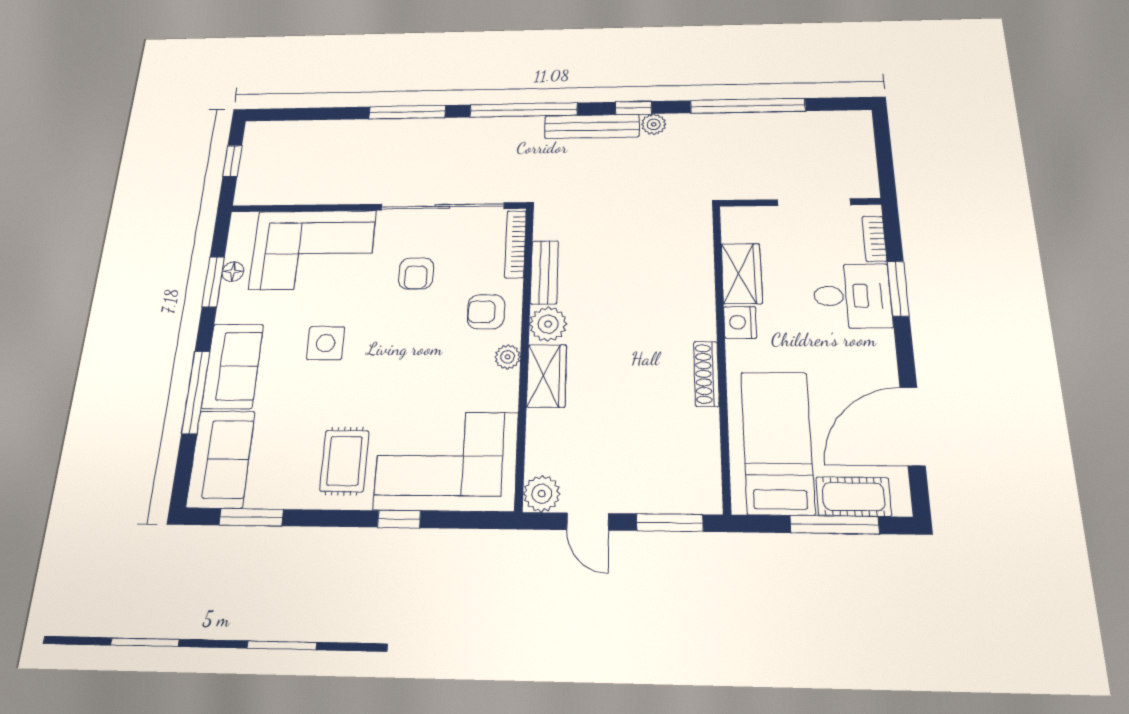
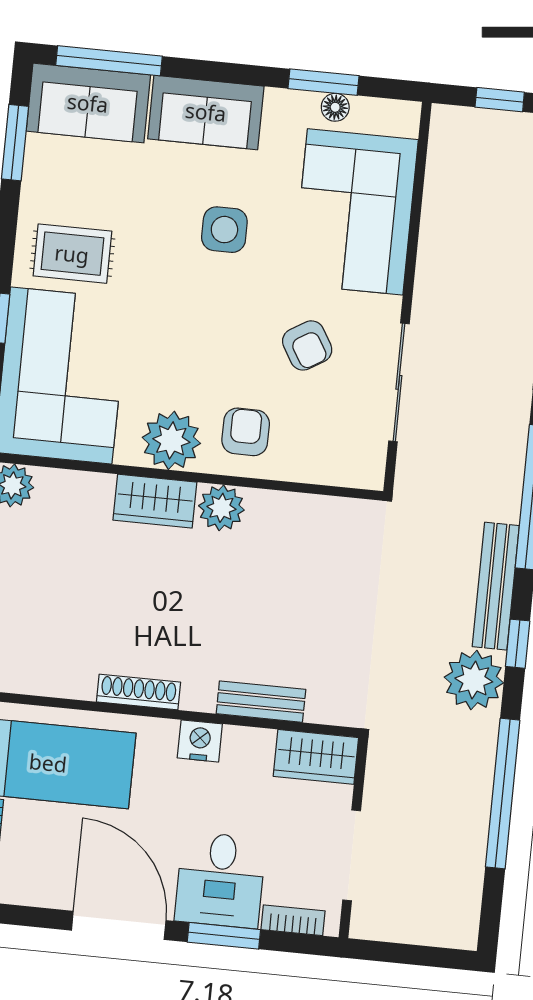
plant: (654, 124) -> (474, 680), width x1.88, depth x1.88
sliding door: (442, 206) -> (399, 382), width x0.73
bookcase: (515, 244) -> (335, 474), removed
bench: (544, 272) -> (261, 702), moved
armchair: (416, 273) -> (307, 345), turned -121
wardrobe: (742, 274) -> (316, 757), moved
plant: (508, 357) -> (171, 440), width x1.88, depth x1.88
window: (196, 392) -> (109, 61), moved
door: (912, 426) -> (119, 925), moved

